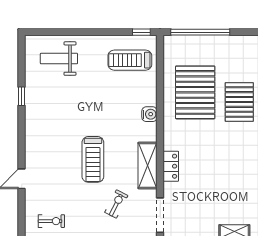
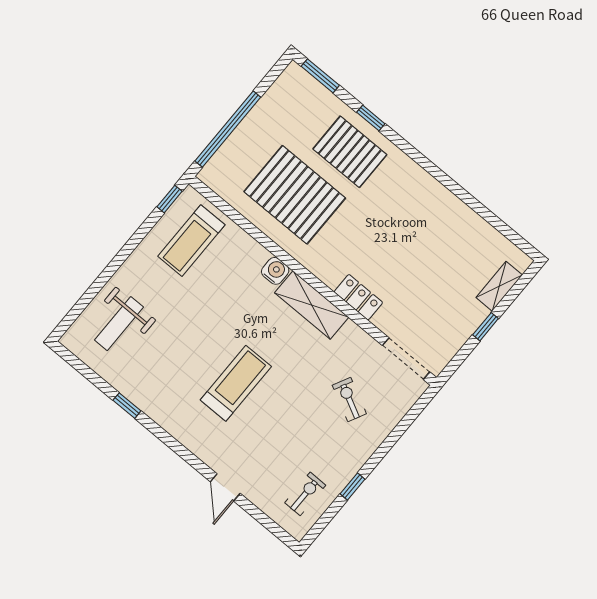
treadmill: (93, 159) -> (236, 383), moved, turned -90
shelving: (148, 166) -> (312, 305), moved

